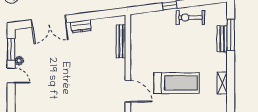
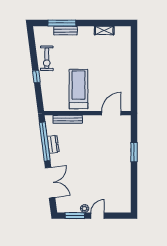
window: (96, 15) -> (45, 142), added
dresser: (81, 26) -> (53, 144), moved
treadmill: (176, 83) -> (78, 89), moved

